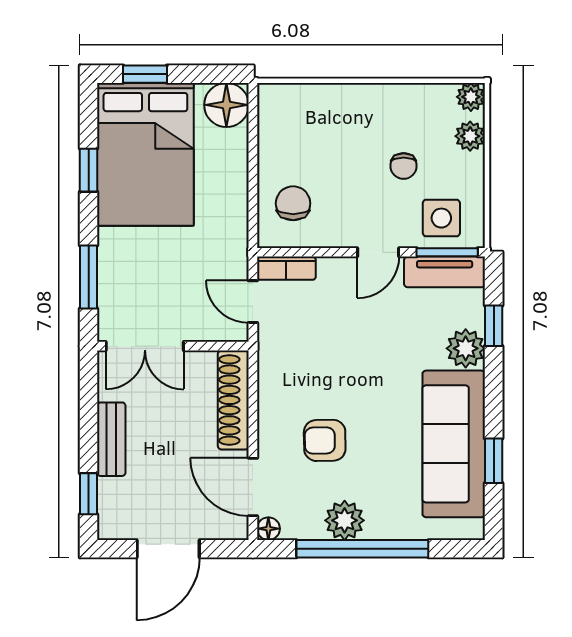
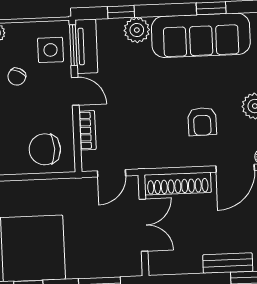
chair: (404, 166) -> (17, 77), turned 117
chair: (293, 203) -> (45, 149), width x1.37, depth x1.37
bookcase: (286, 268) -> (87, 130), moved
double door: (145, 346) -> (143, 225), moved
bench: (111, 439) -> (228, 263), moved

